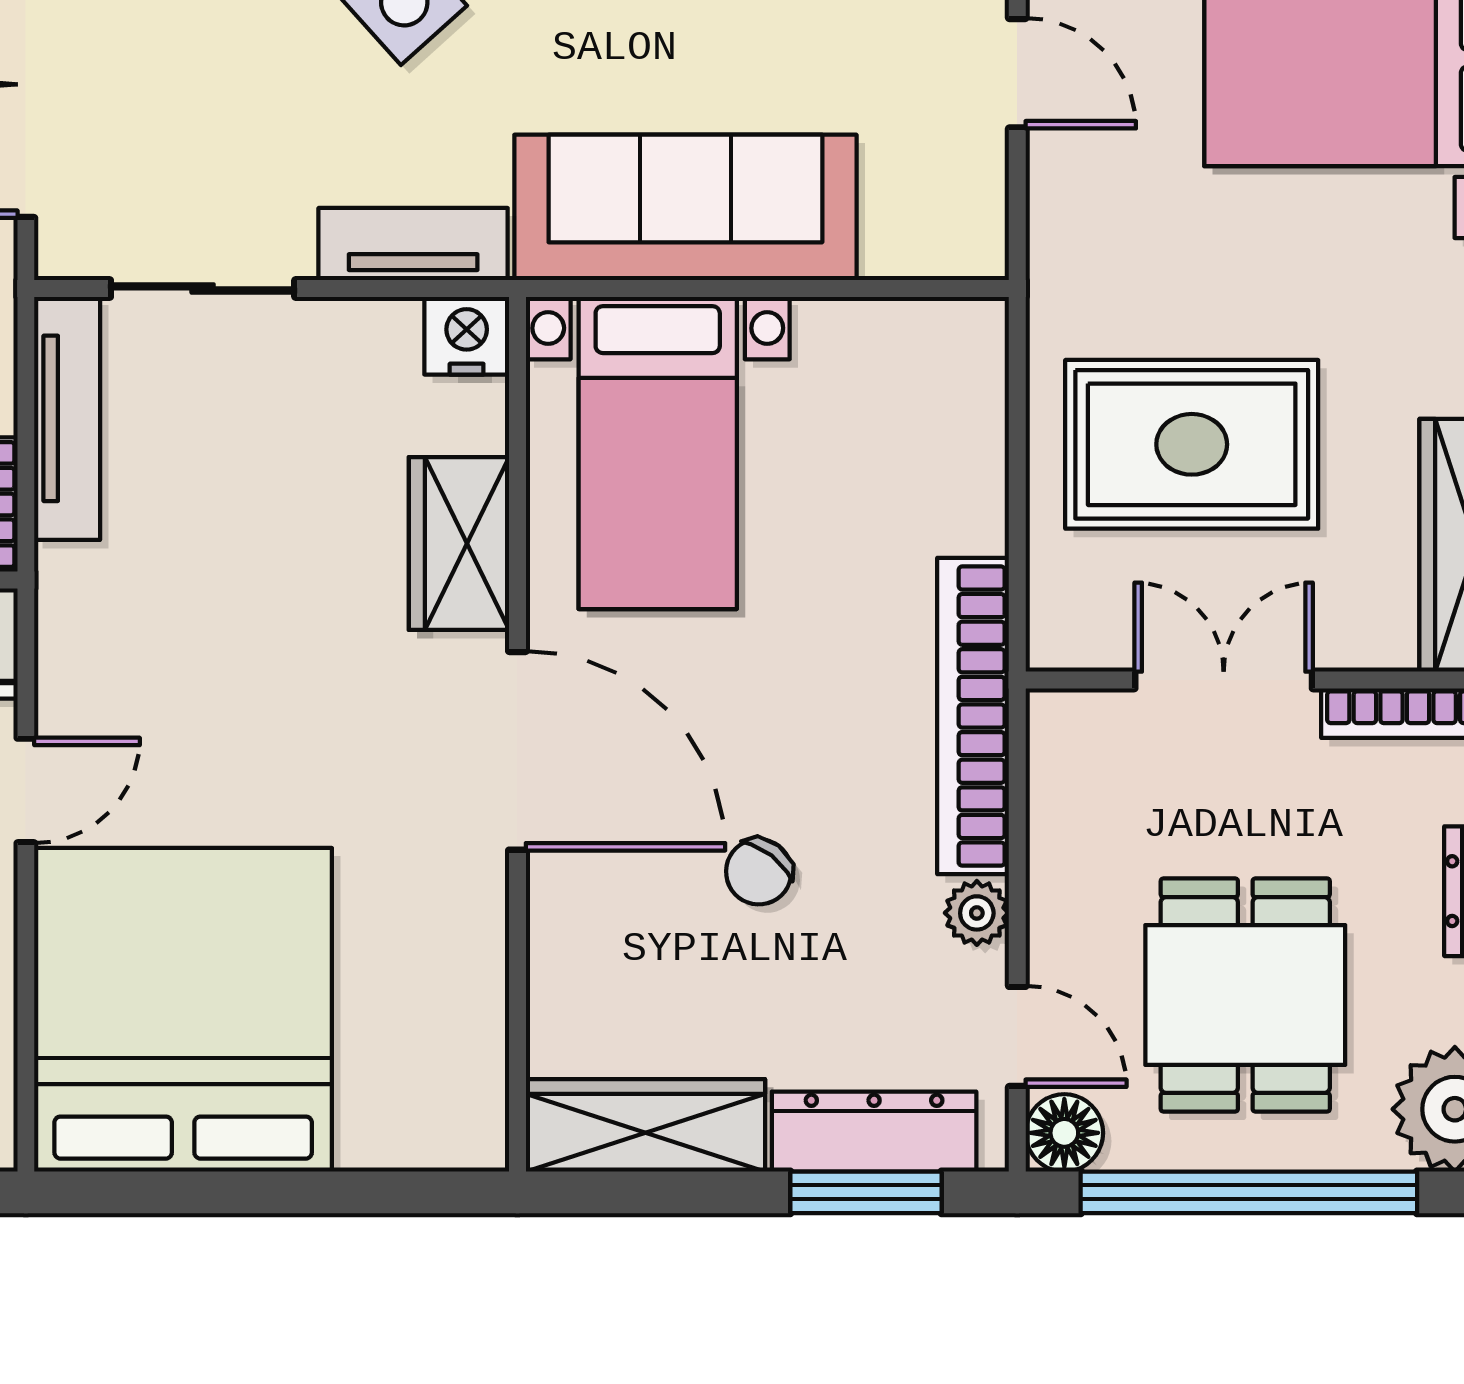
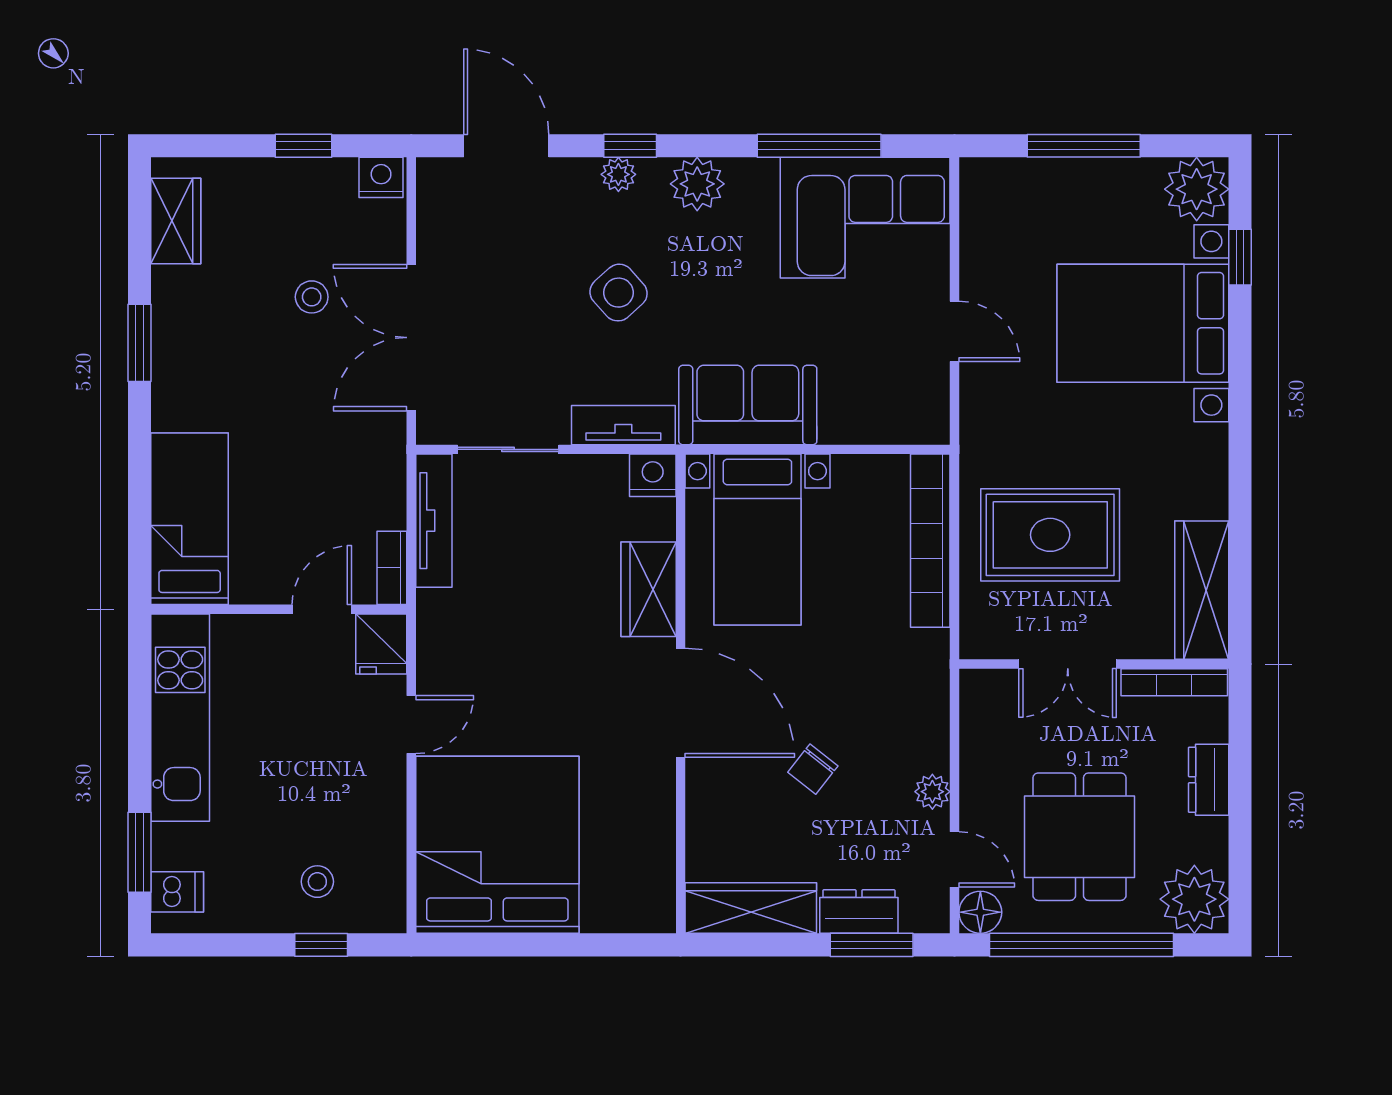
sofa: (685, 207) -> (748, 405), width x0.73
double door: (1224, 680) -> (1068, 664), swing flipped
bookcase: (973, 716) -> (930, 541), moved
dresser: (874, 1132) -> (859, 911), width x0.70

